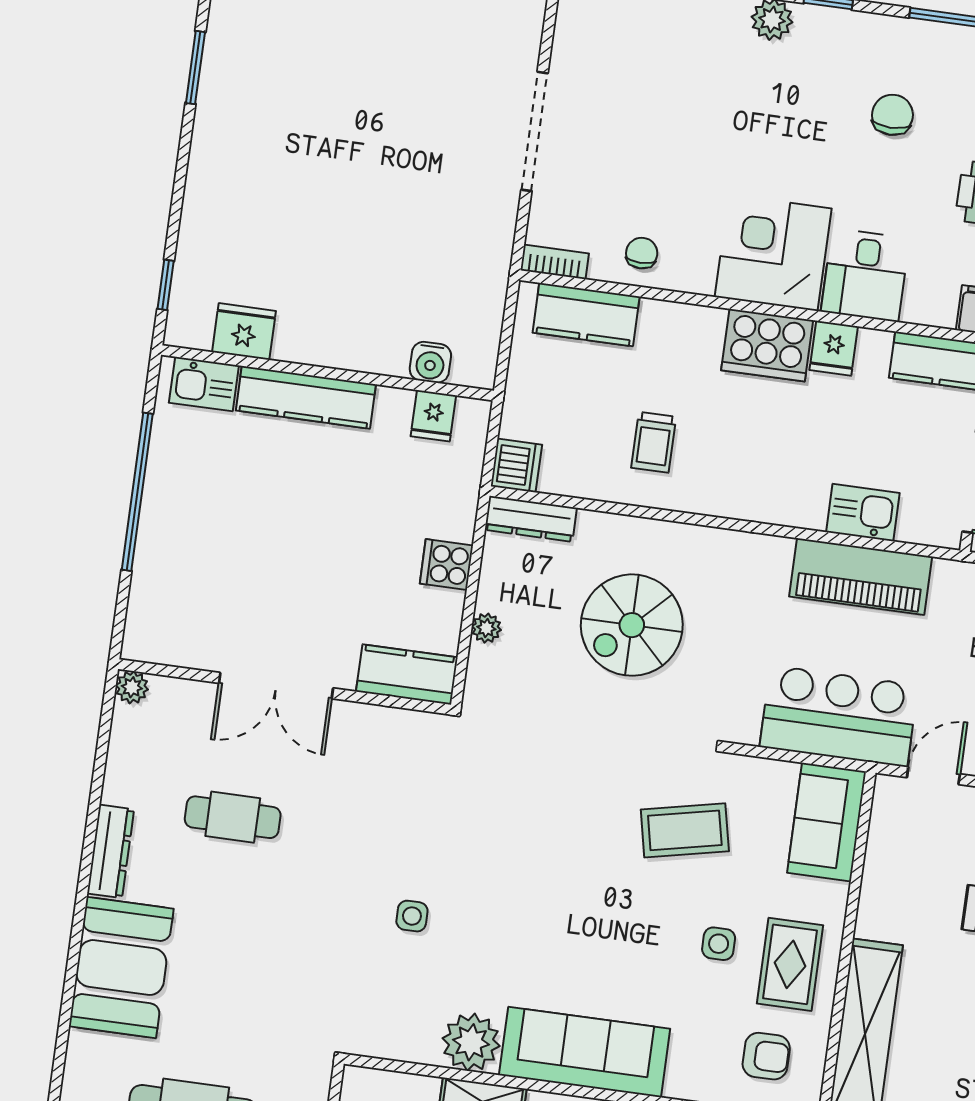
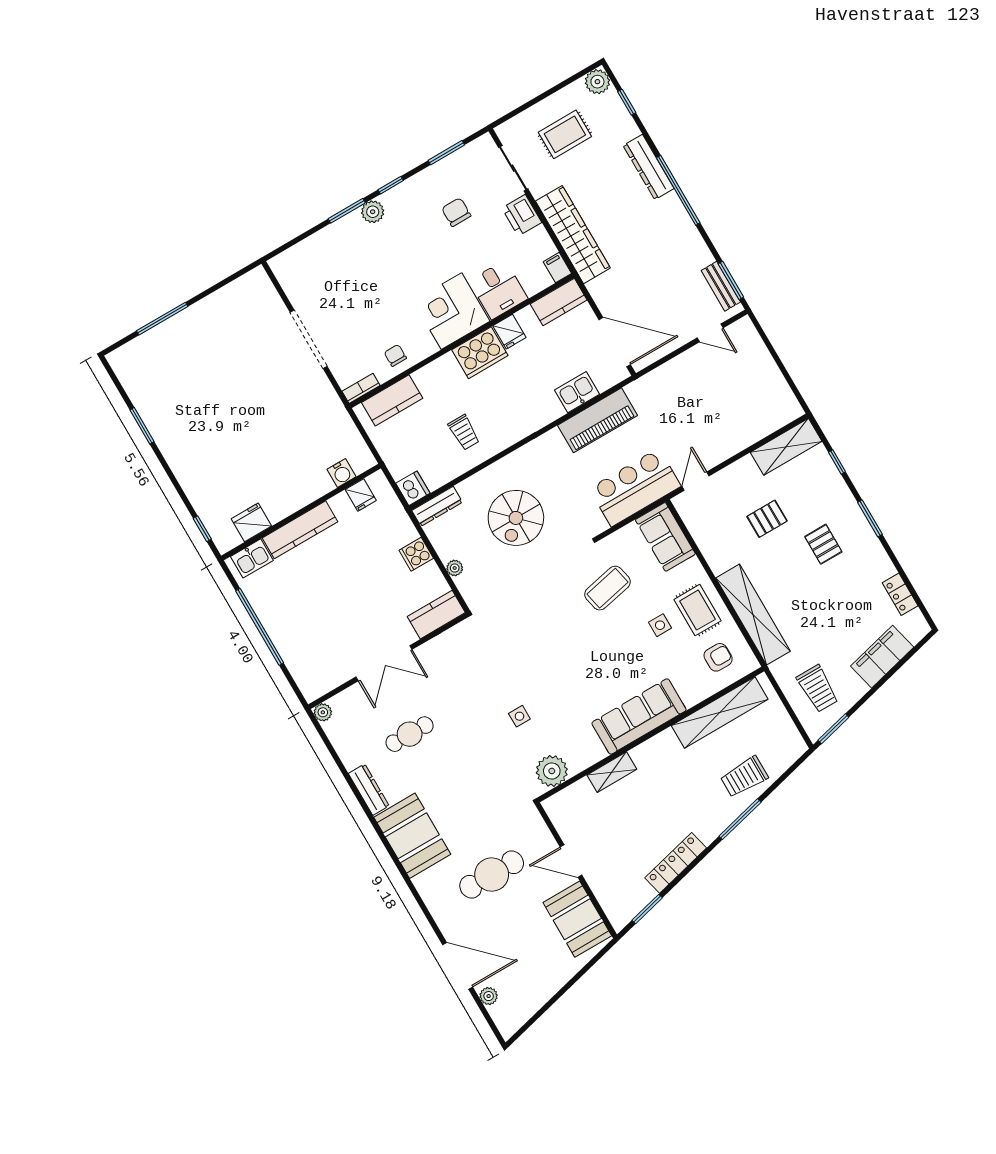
plant: (471, 1042) -> (552, 771), moved

